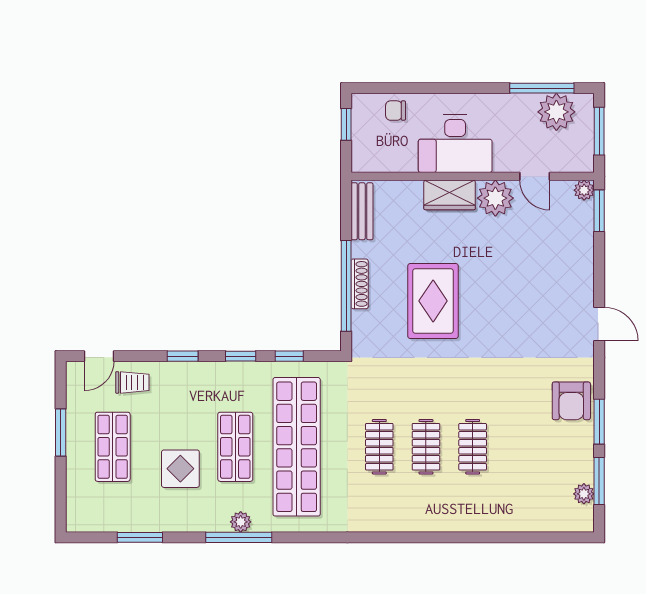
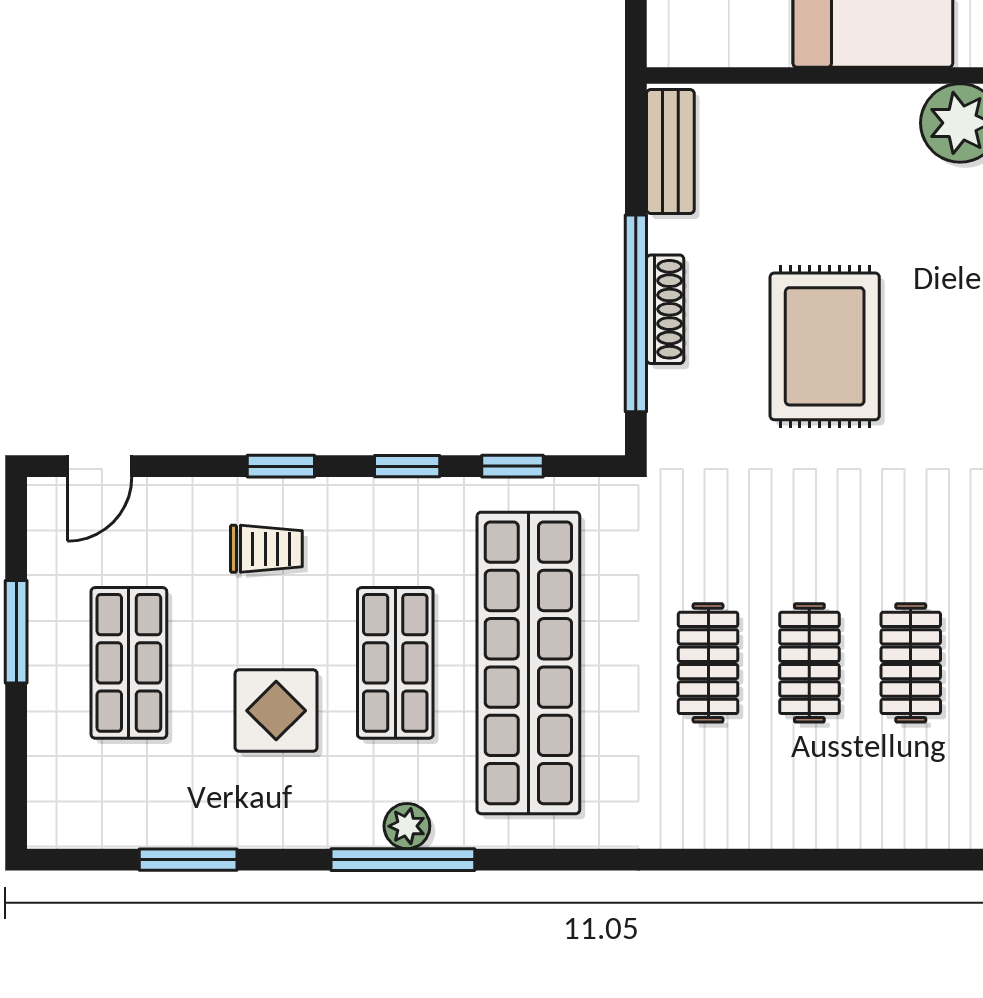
wardrobe: (450, 195) -> (861, 116), removed
trolley: (132, 382) -> (266, 549), moved

